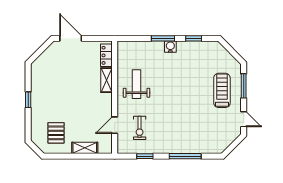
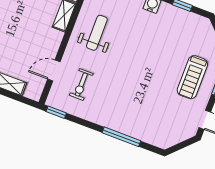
treadmill: (222, 90) -> (192, 77), turned 180
window: (145, 156) -> (56, 112), moved

